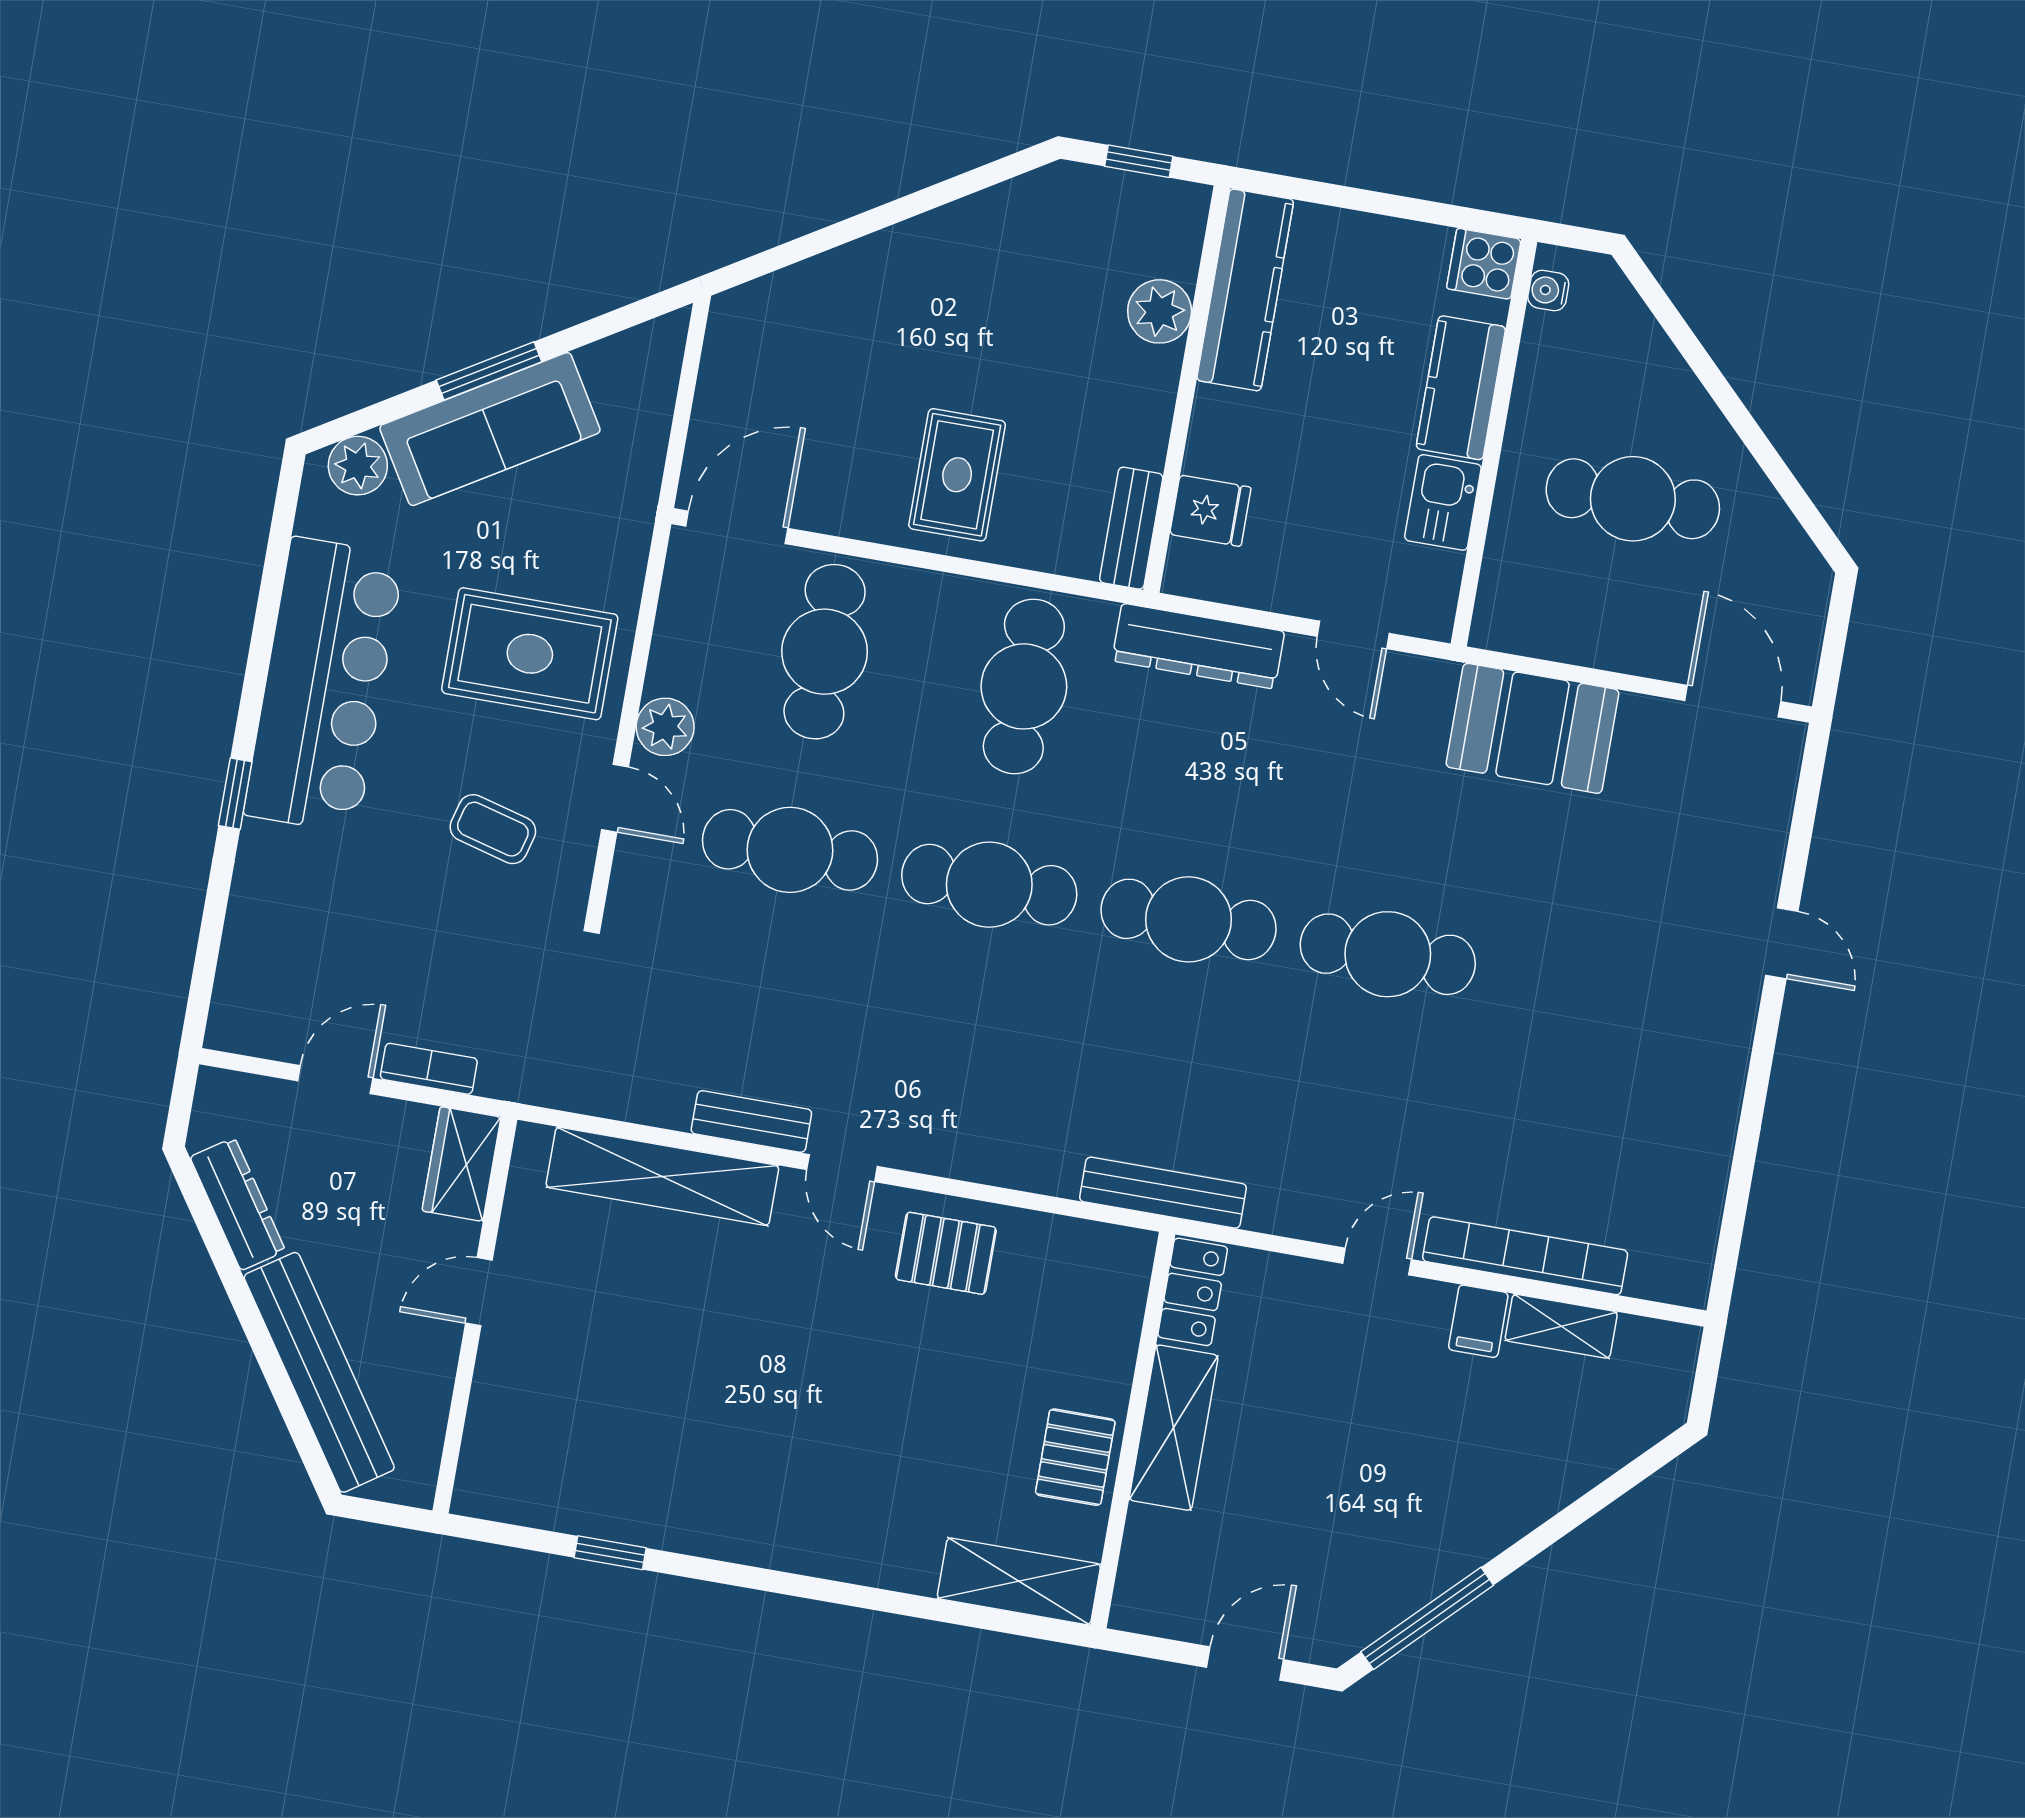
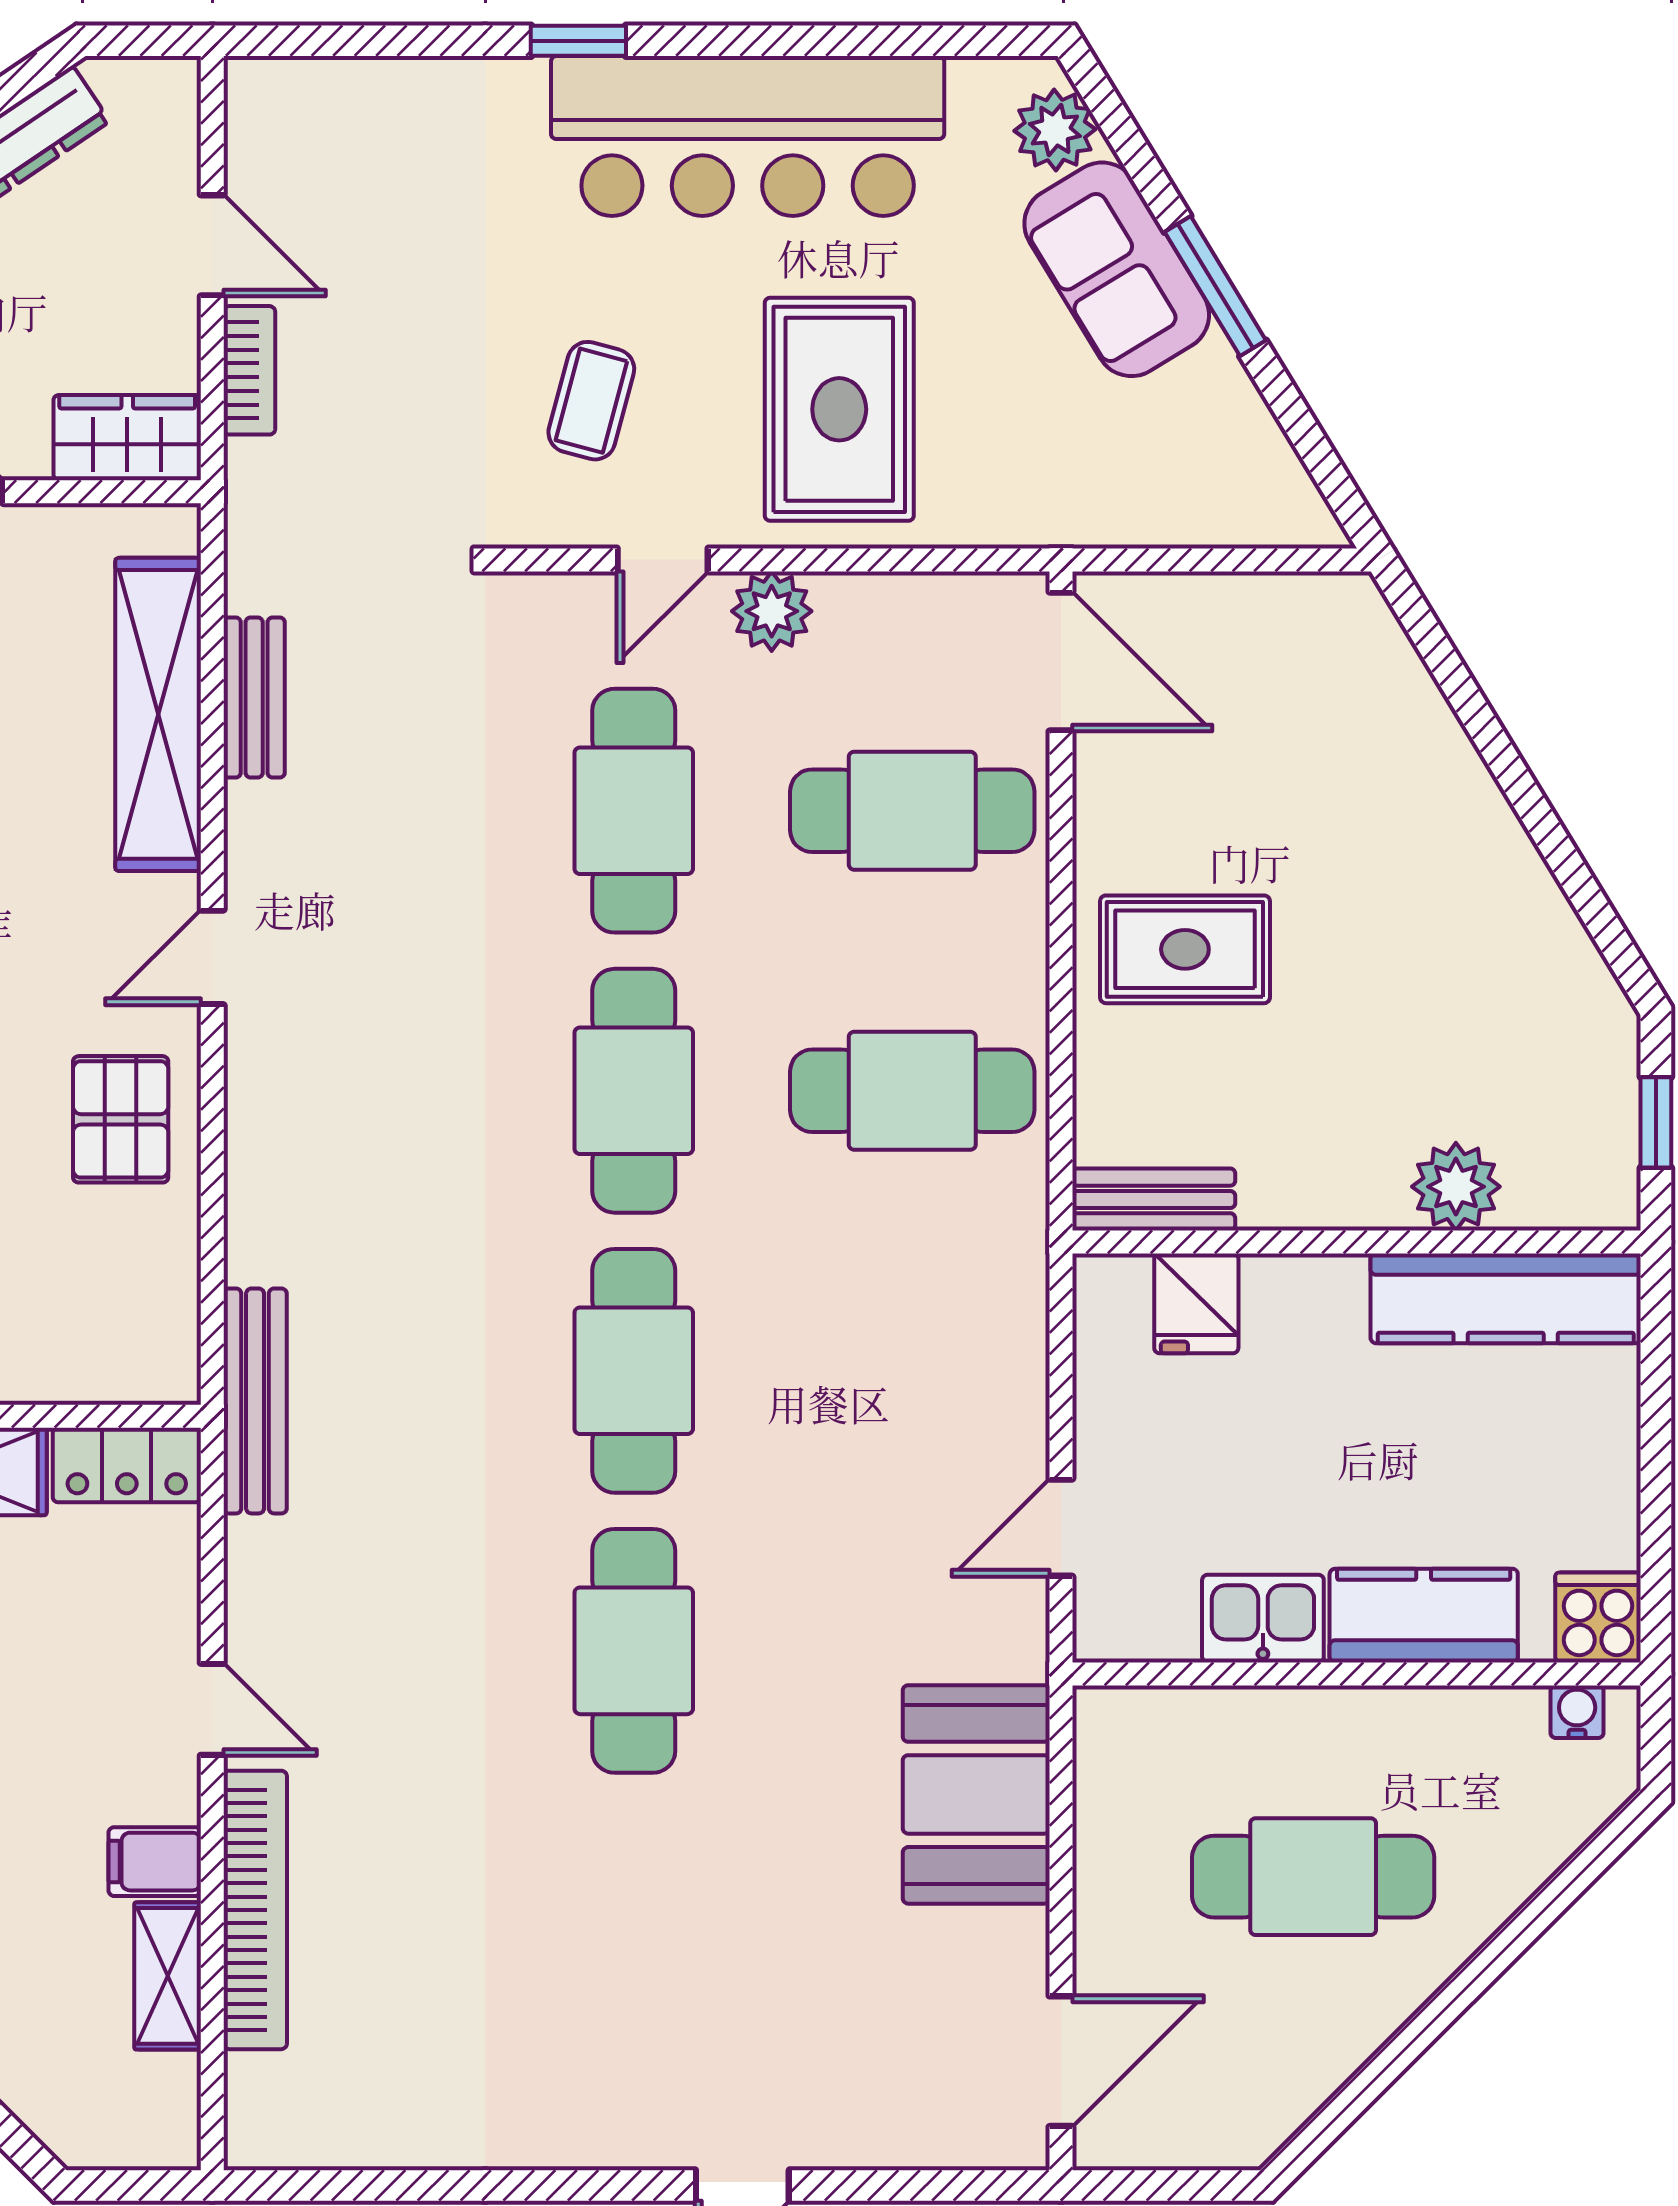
sofa: (490, 429) -> (1117, 269), width x0.73
cafe table: (1633, 499) -> (1313, 1877), turned 90
dresser: (1198, 646) -> (1009, 1319), removed
bench: (751, 1121) -> (254, 698), moved

